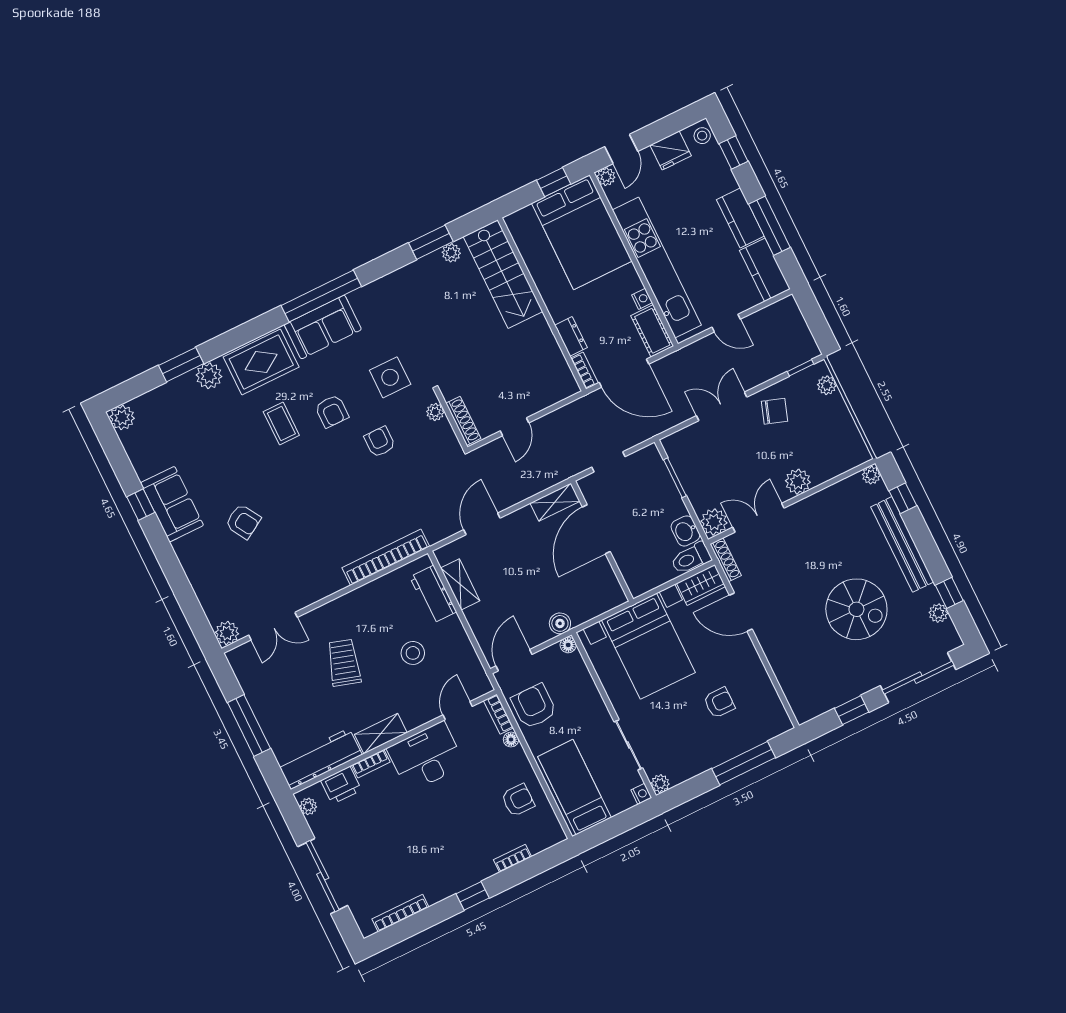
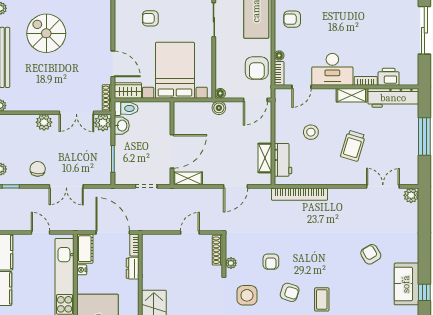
armchair: (332, 411) -> (290, 292), turned 108
chair: (775, 411) -> (38, 169), turned 74
plant: (308, 806) -> (413, 74), removed

